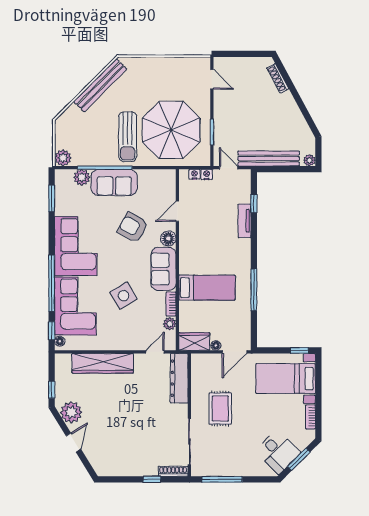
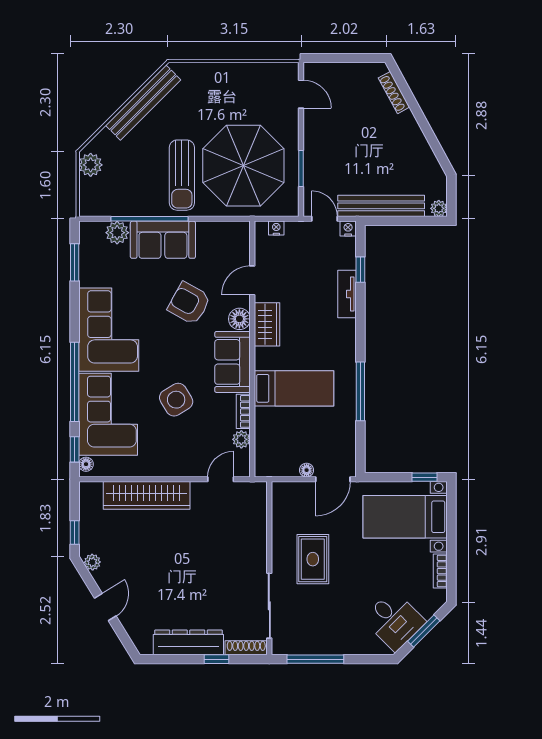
plant: (63, 158) -> (91, 165), moved
nightstand: (207, 174) -> (348, 228), moved
wardrobe: (194, 342) -> (267, 324), moved, turned 90
dresser: (179, 378) -> (188, 642), moved, turned 90
plant: (71, 412) -> (92, 562), width x0.53, depth x0.53

